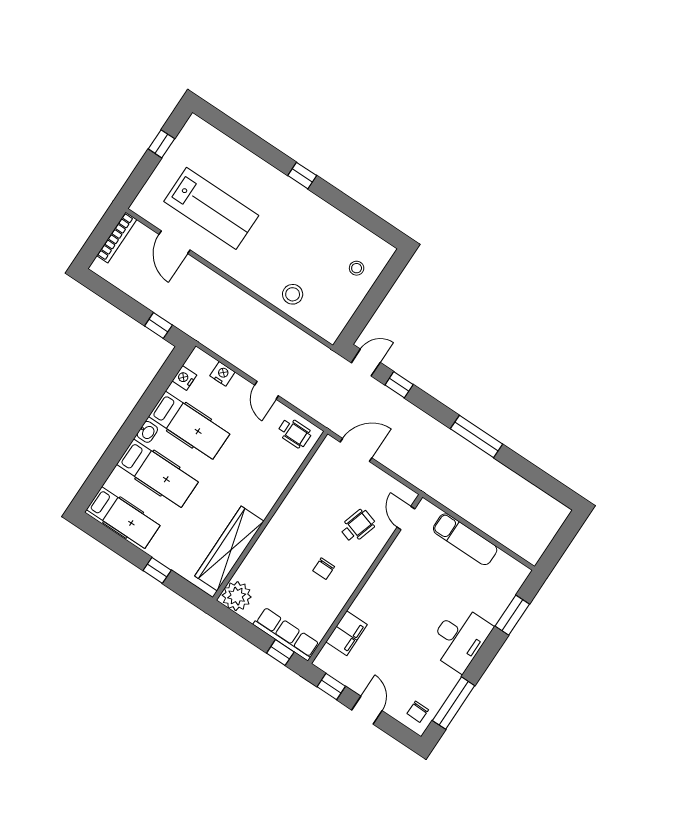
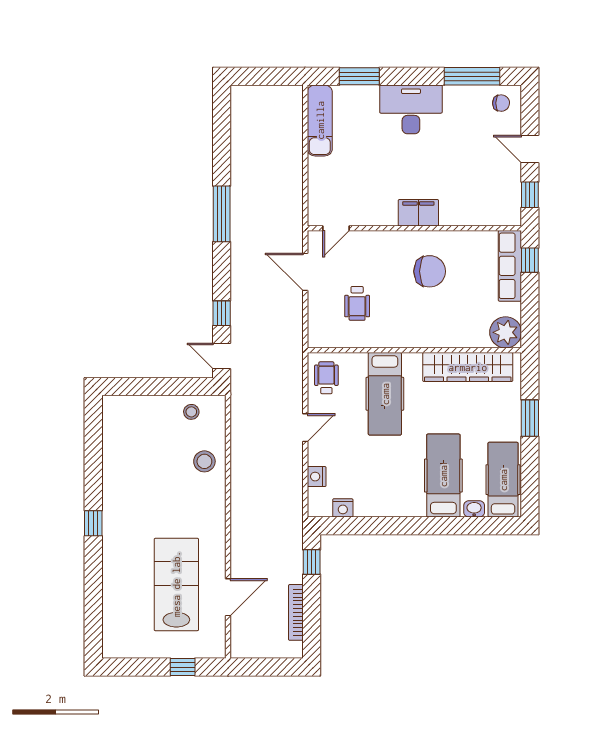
window: (161, 144) -> (183, 667), moved
bookcase: (117, 238) -> (296, 612), moved, turned -90
stool: (357, 268) -> (191, 412), moved
hospital bed: (189, 425) -> (385, 394), moved, turned 180
washbasin: (147, 432) -> (474, 509), moved
door: (356, 450) -> (305, 272), moved
wheelchair: (358, 526) -> (357, 303), moved, turned -107
exam couch: (465, 539) -> (320, 120), moved
chair: (324, 569) -> (430, 271), width x1.87, depth x1.87
window: (157, 570) -> (530, 418), width x1.50
filing cabinet: (347, 633) -> (418, 213), moved
door: (367, 710) -> (530, 149), hinge flipped

